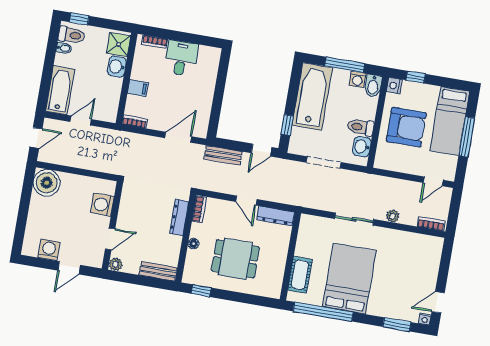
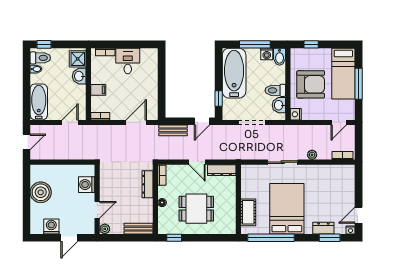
nightstand: (394, 86) -> (296, 114), moved
door: (81, 120) -> (70, 122), moved
boiler: (47, 183) -> (41, 192), moved
dresser: (391, 311) -> (323, 228), added

